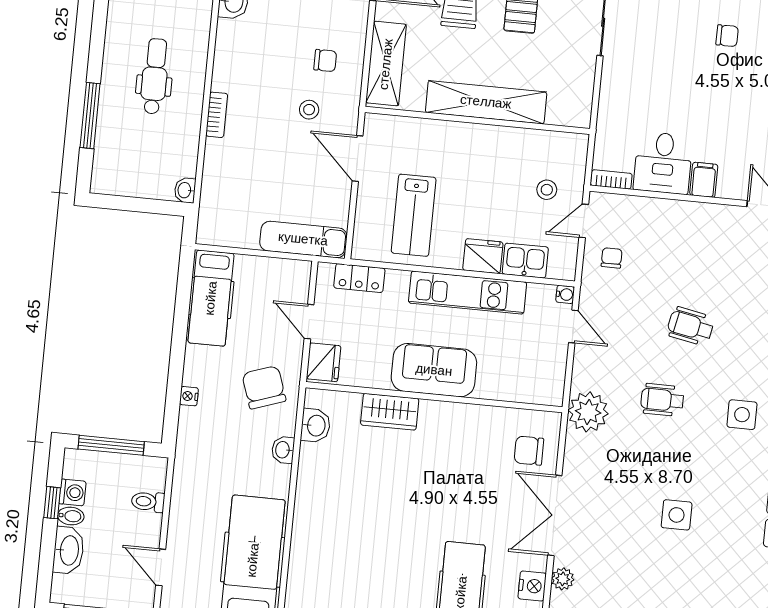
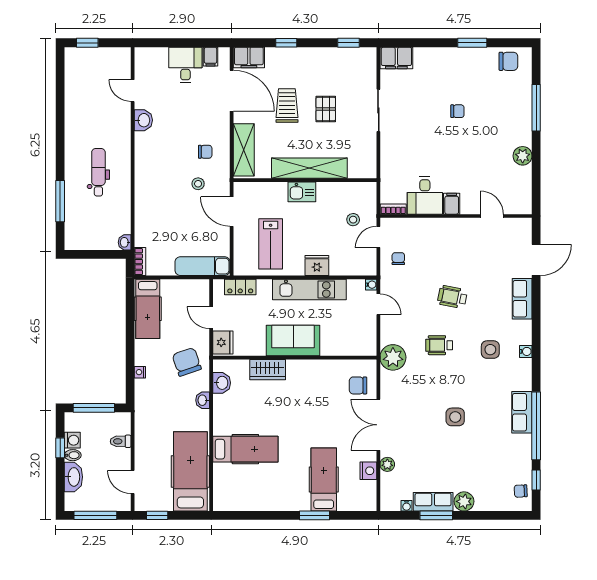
bookcase: (217, 115) -> (140, 262), moved
kitchen sink: (525, 261) -> (302, 192), moved, turned 180
hospital bed: (342, 533) -> (245, 449), added

